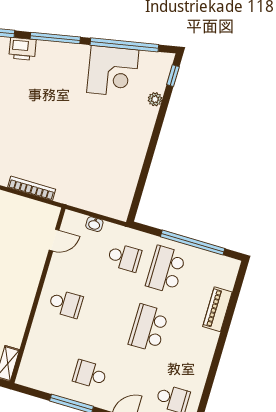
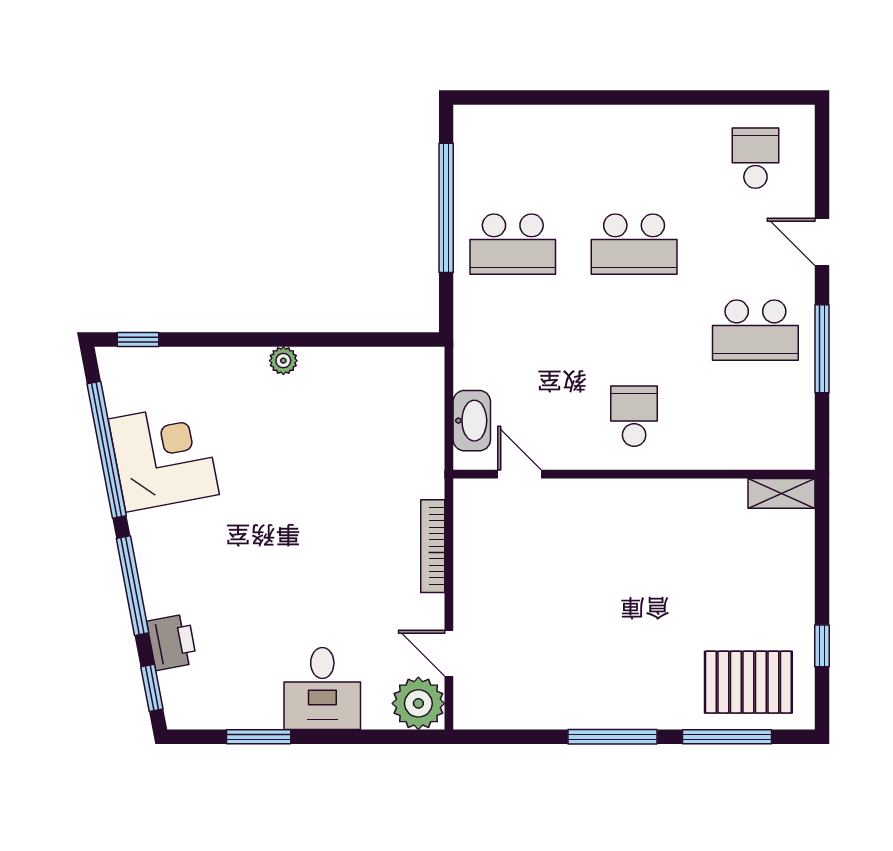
plant: (155, 99) -> (283, 361), moved
washbasin: (94, 224) -> (472, 421), width x1.91, depth x1.45
school desk: (124, 257) -> (513, 330), removed
piano: (217, 309) -> (560, 123), removed
school desk: (90, 374) -> (755, 330), width x1.85

